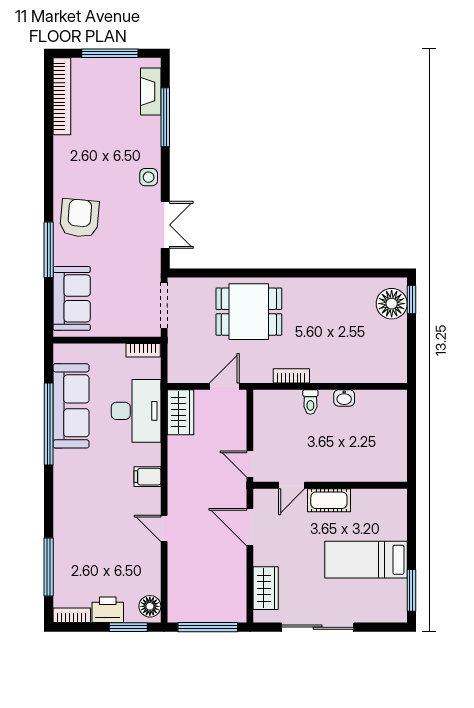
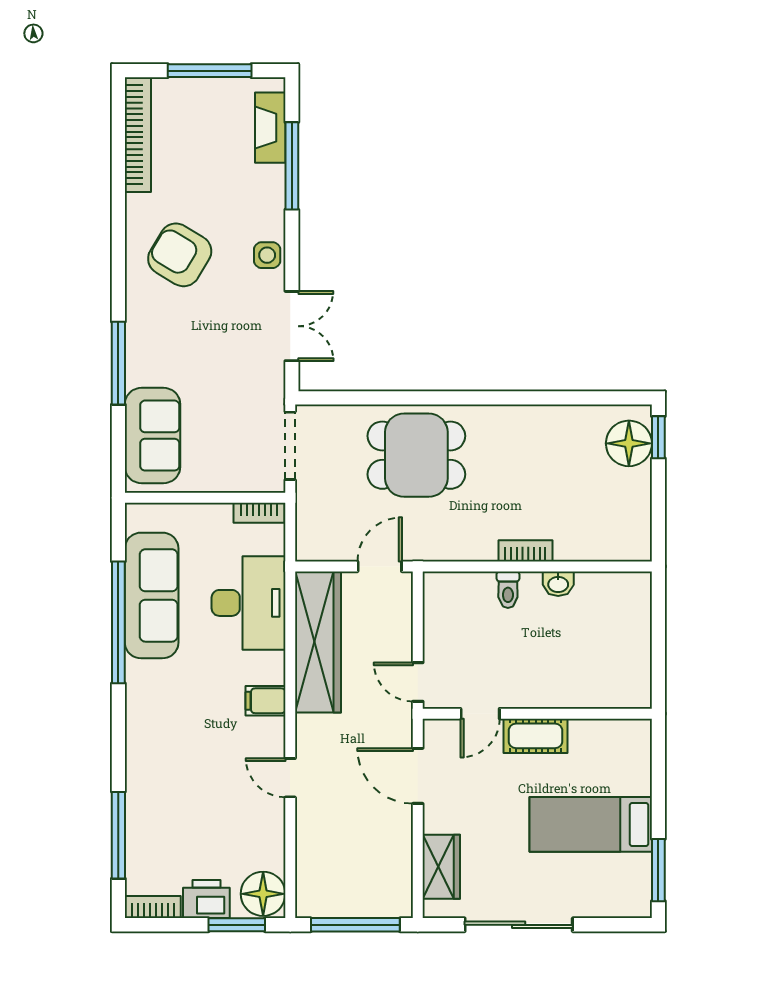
armchair: (79, 218) -> (180, 255), moved, turned -64
bookcase: (291, 376) -> (525, 551), moved
wardrobe: (180, 412) -> (318, 642), width x2.10, depth x1.17
floor lamp: (150, 606) -> (263, 894), width x1.38, depth x1.38

